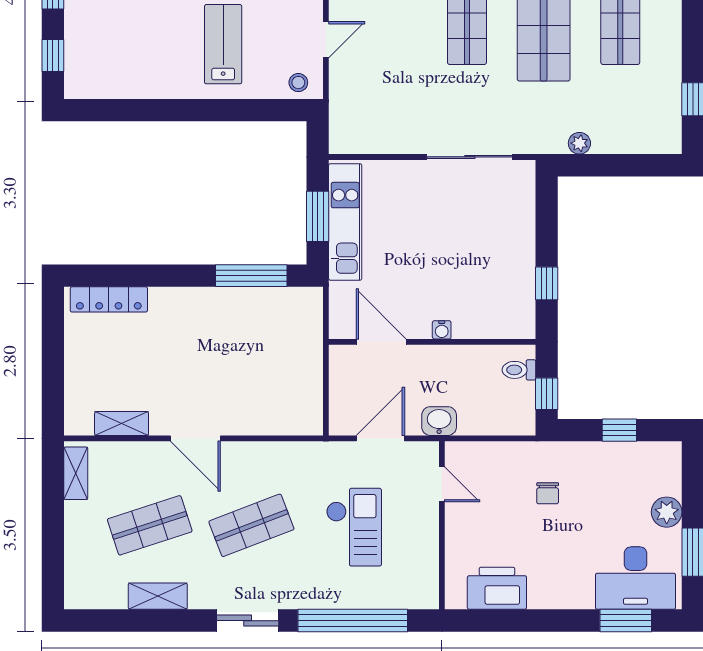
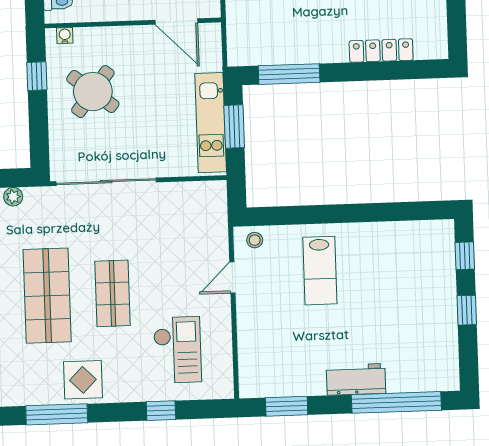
sliding door: (470, 157) -> (106, 182), width x1.36
round table: (482, 263) -> (93, 92), added
locker: (109, 299) -> (381, 51), moved
water cooler: (442, 330) -> (65, 36), moved

